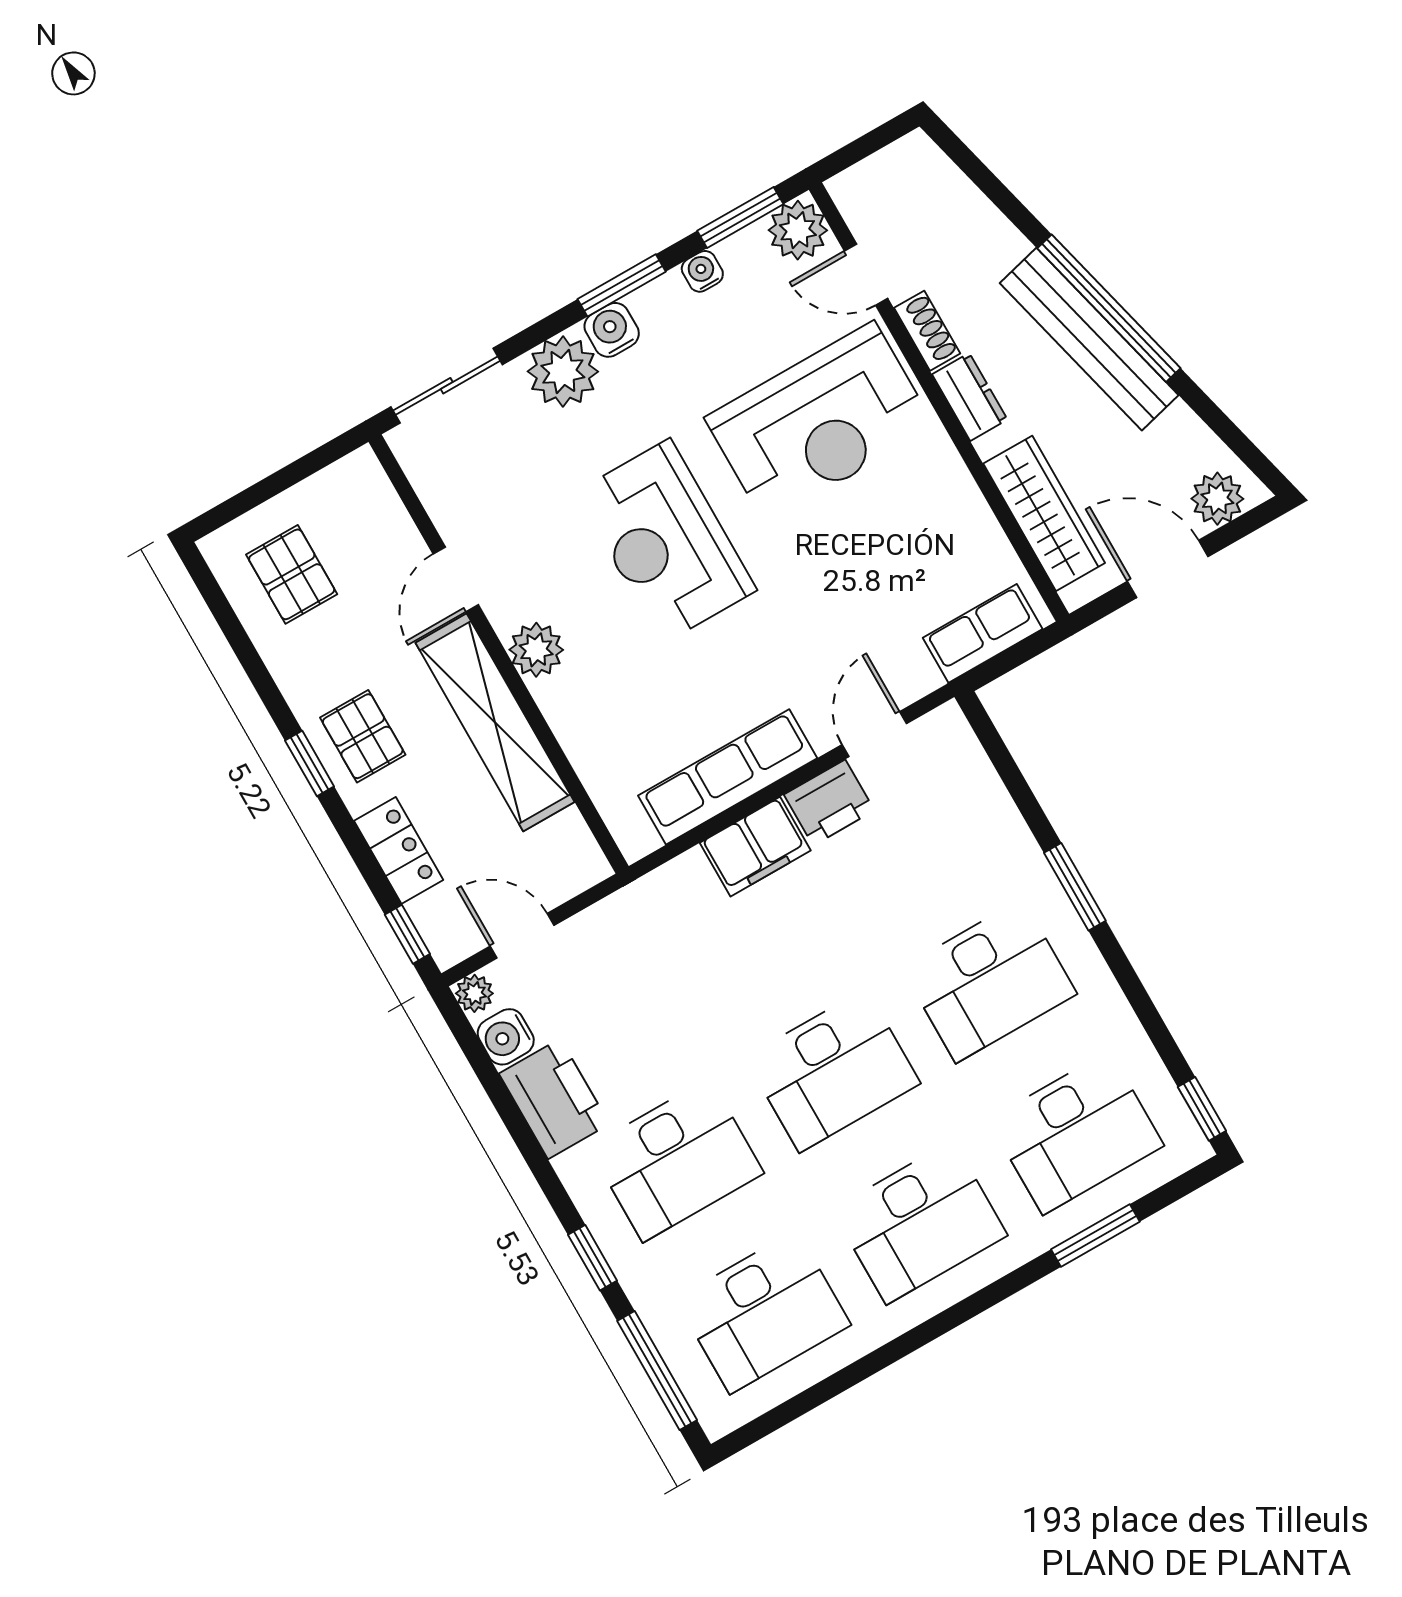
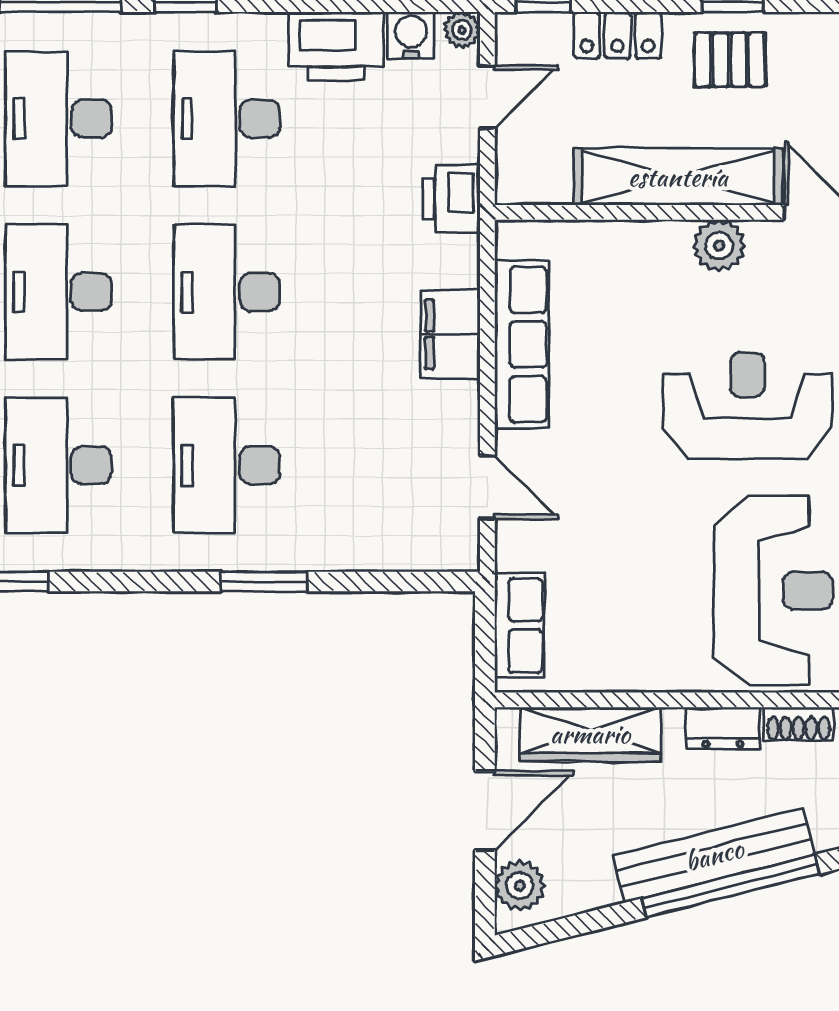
reception desk: (820, 422) -> (773, 591), turned 180
printer: (829, 803) -> (452, 199), moved

